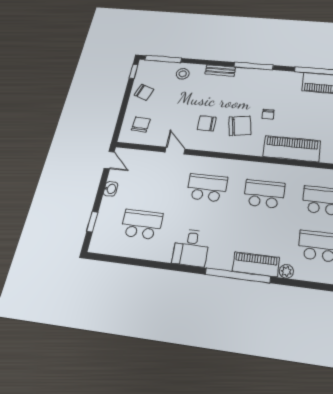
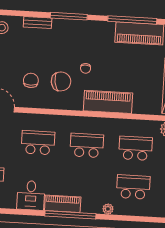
chair: (207, 123) -> (31, 80), turned 90
piano: (256, 264) -> (63, 204), moved

